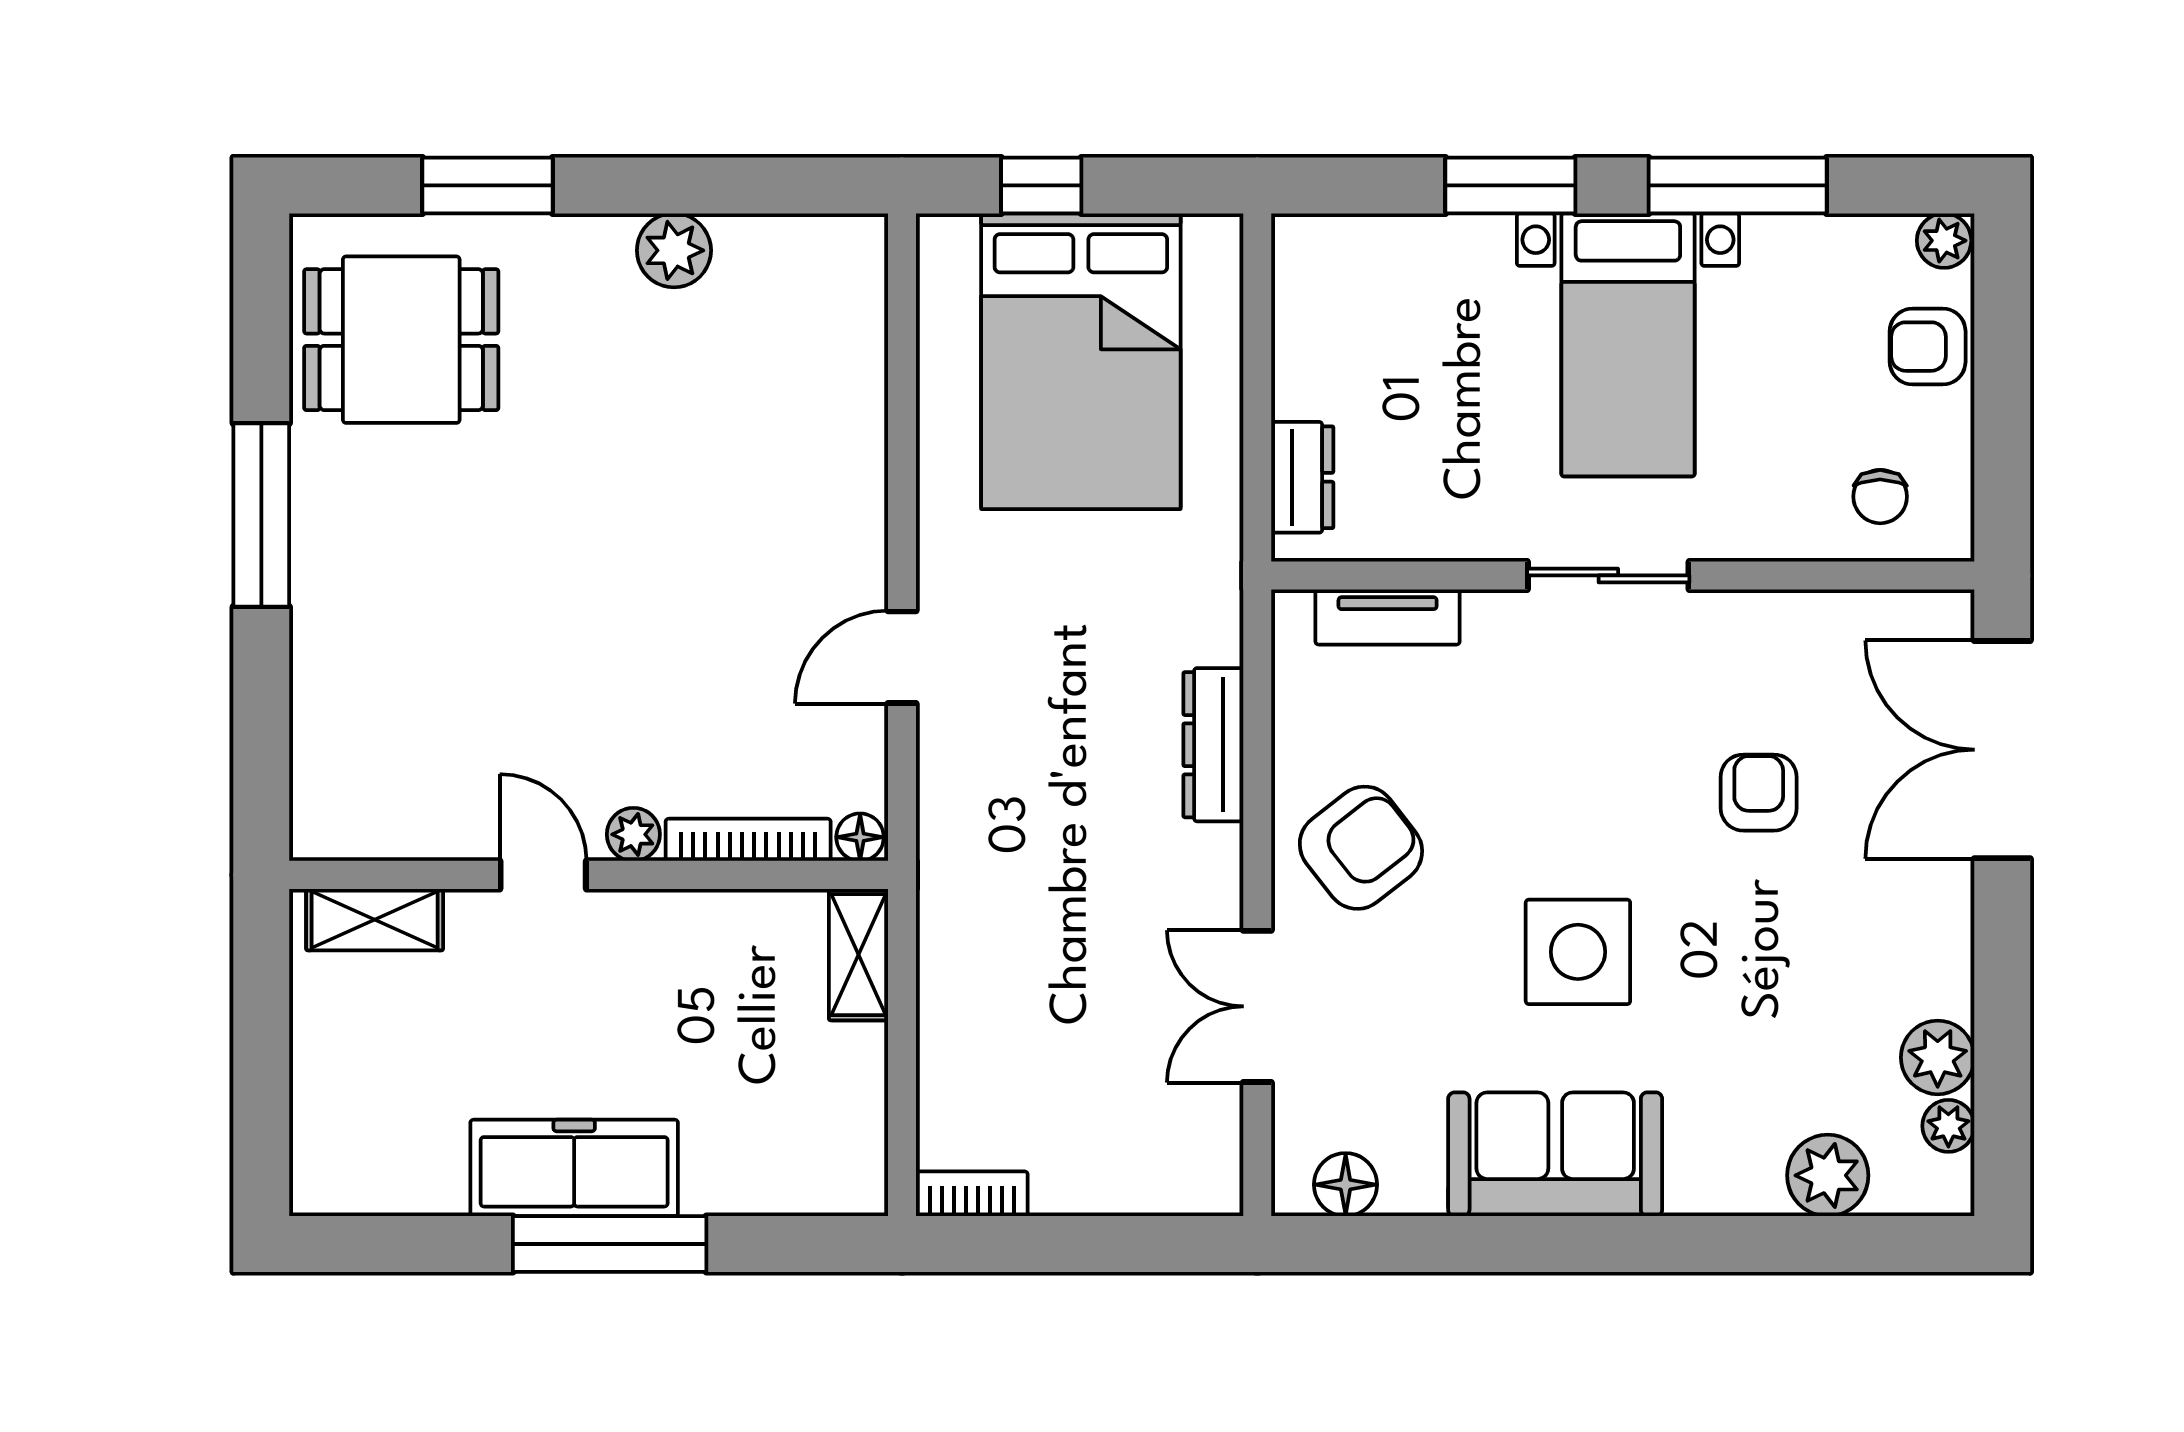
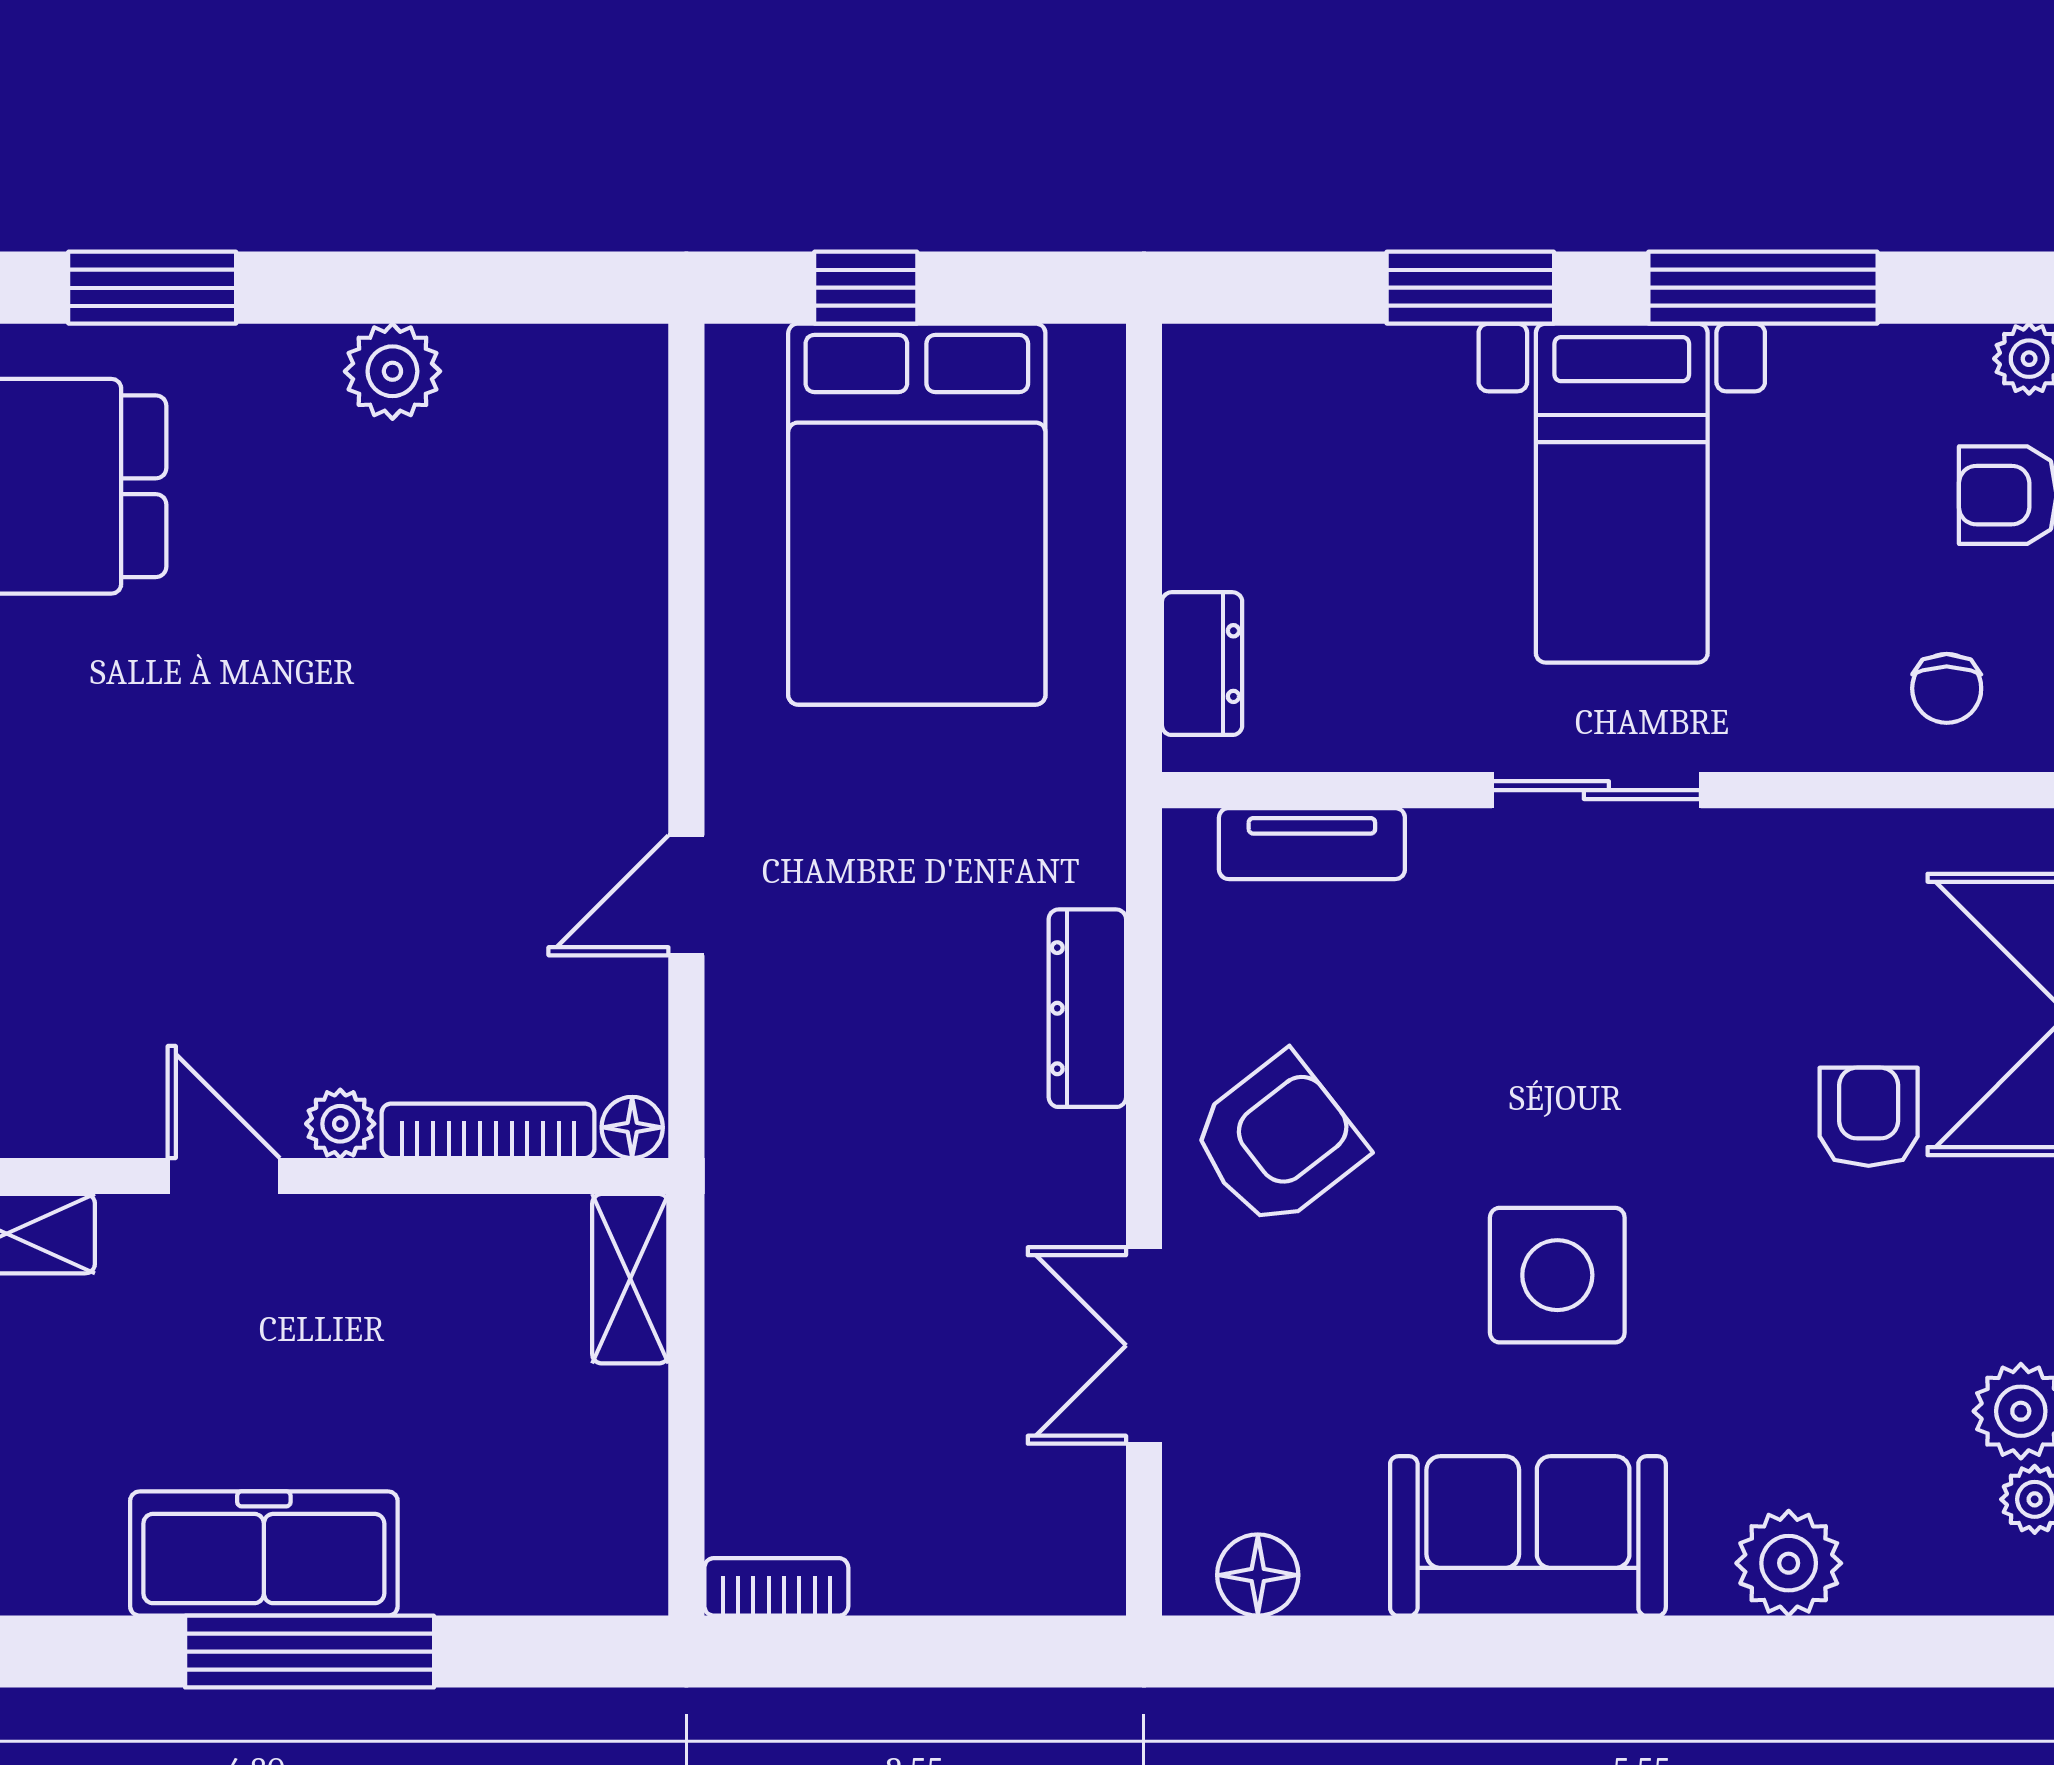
armchair: (1759, 793) -> (1869, 1117), moved
plant: (1828, 1175) -> (1789, 1563), moved

